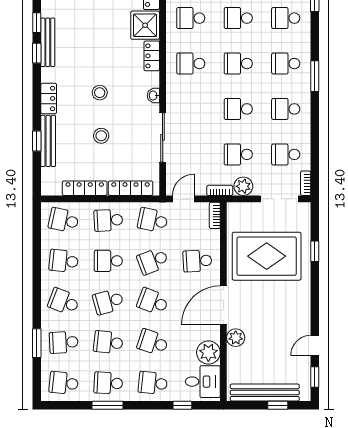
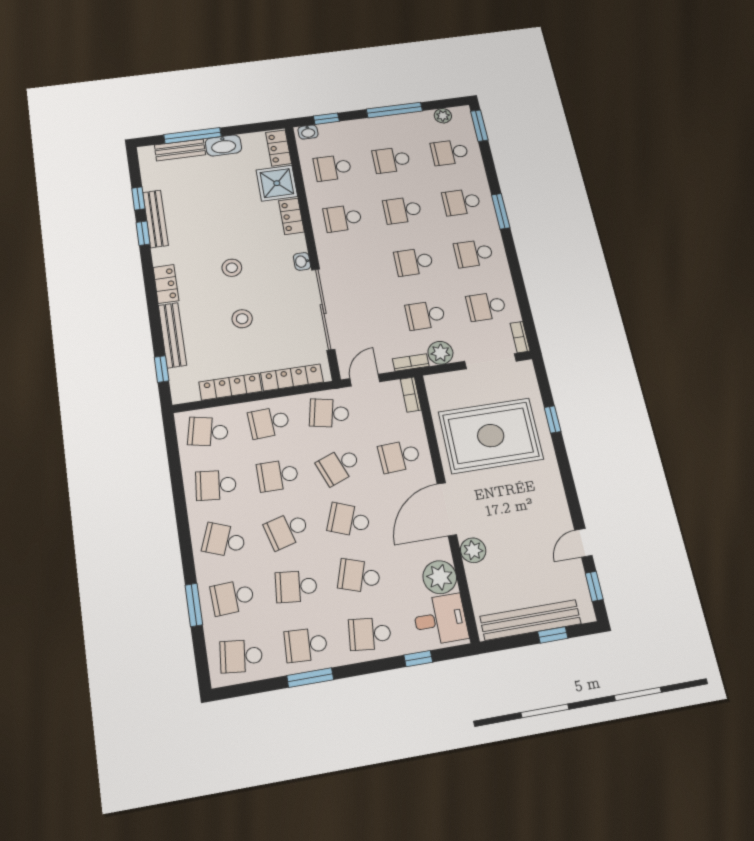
sliding door: (163, 137) -> (323, 309), width x1.36
window: (37, 141) -> (162, 369), moved

